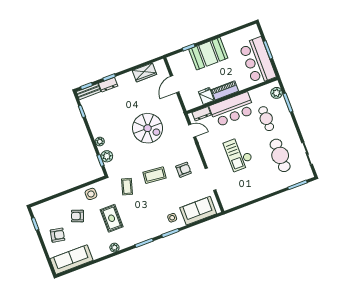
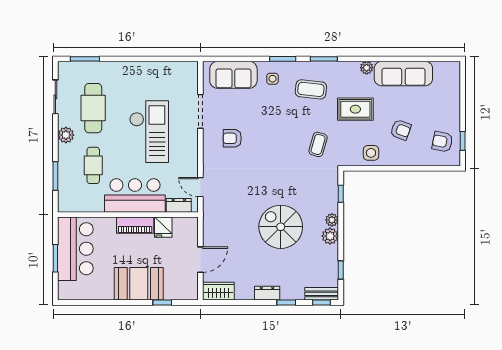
wardrobe: (144, 72) -> (218, 291), moved
dresser: (108, 85) -> (267, 293), moved
plant: (277, 93) -> (66, 135), moved
spiral stairs: (148, 128) -> (281, 227), moved
checkout: (239, 154) -> (149, 132), width x1.36, depth x1.21
plant: (107, 156) -> (330, 236), moved
coffee table: (154, 175) -> (311, 89), moved
rug: (112, 218) -> (355, 109), turned 90
armchair: (58, 235) -> (442, 142), moved
sofa: (72, 260) -> (403, 74), moved

